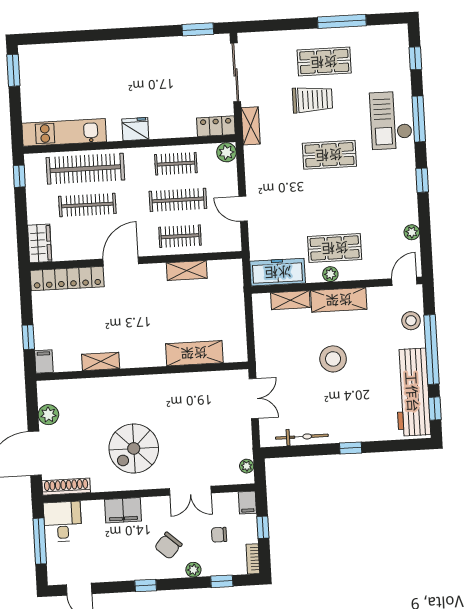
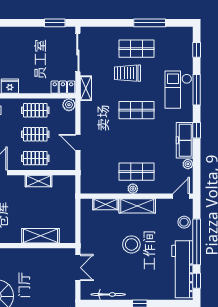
trolley: (312, 100) -> (127, 73), turned 180
clothes rail: (178, 200) -> (35, 134), width x0.73
freezer: (278, 272) -> (185, 140), moved, turned -90

